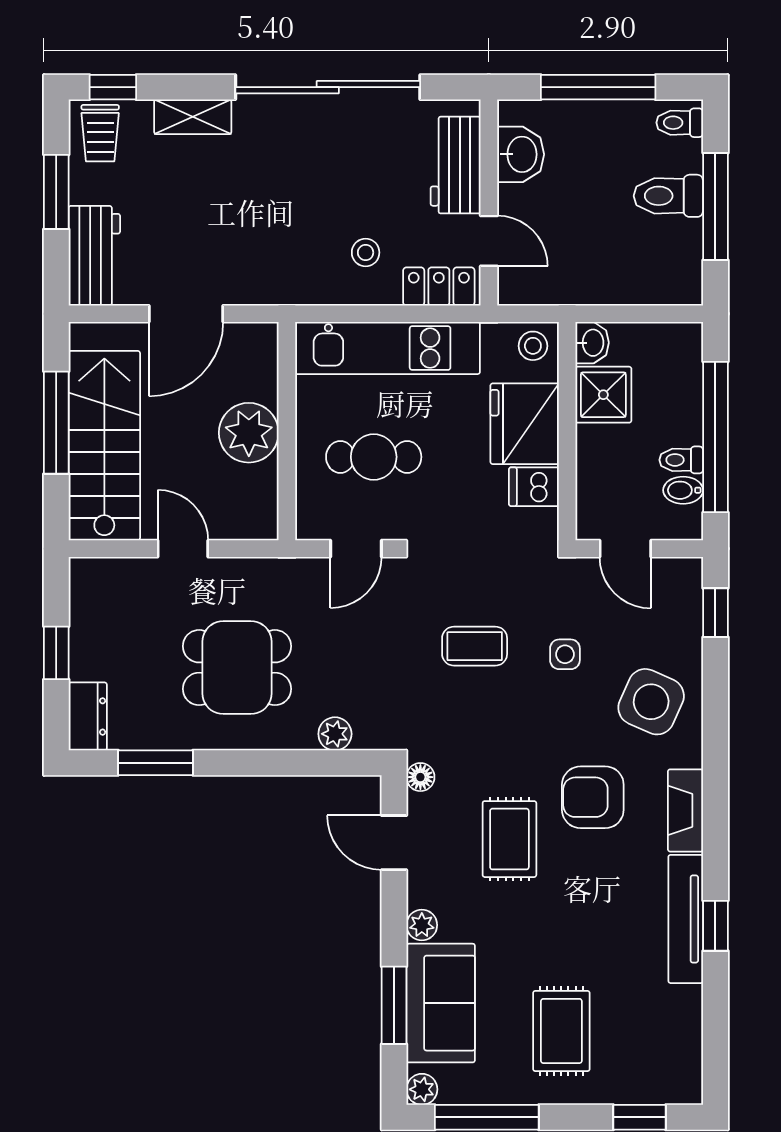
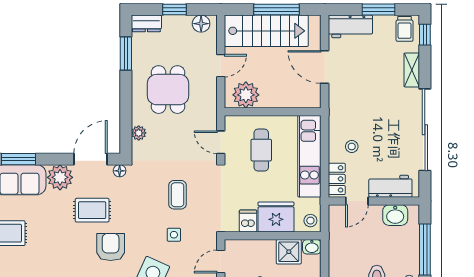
trolley: (100, 133) -> (405, 29), turned -90
plant: (249, 433) -> (246, 95), moved
floor lamp: (88, 593) -> (201, 24), added
door: (394, 843) -> (91, 159), width x1.38
plant: (422, 925) -> (60, 177), width x1.88, depth x1.88

